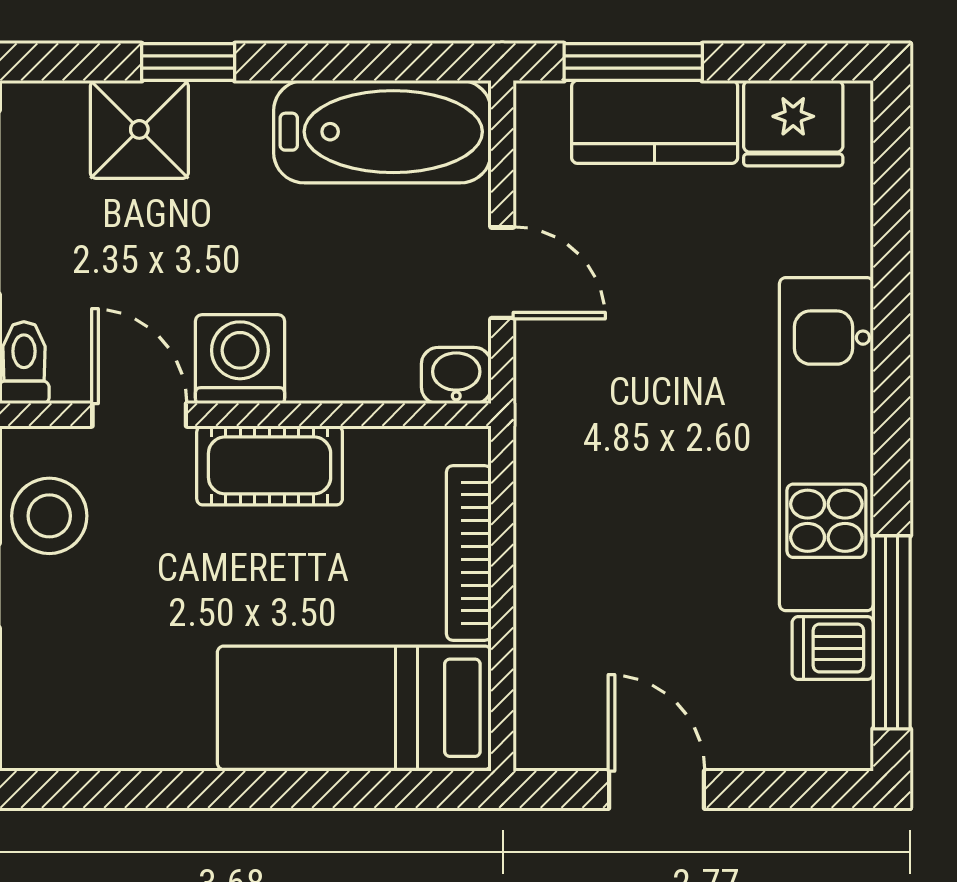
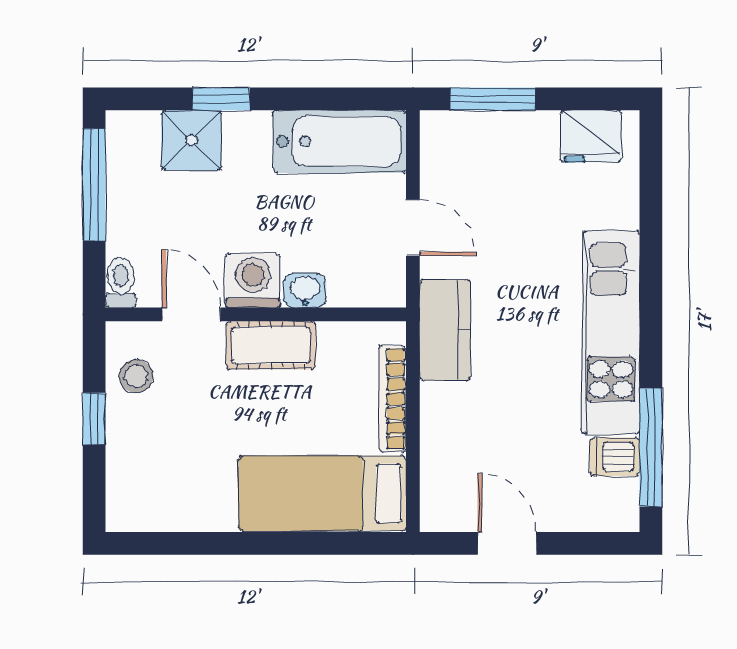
kitchen counter: (655, 122) -> (445, 330), moved, turned -90
washbasin: (456, 376) -> (305, 290), moved
stool: (49, 516) -> (136, 376), width x0.73, depth x0.73

